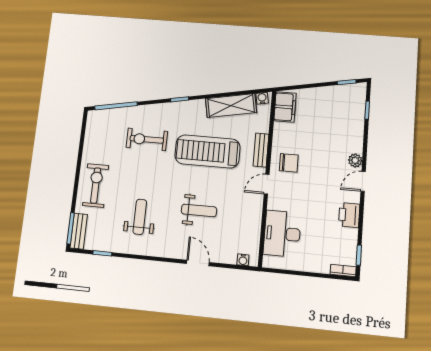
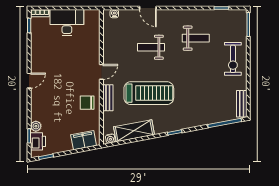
filing cabinet: (285, 107) -> (84, 140), moved, turned 79
exercise bike: (147, 139) -> (197, 98), removed
plant: (355, 160) -> (36, 126), moved
chair: (289, 163) -> (87, 103), moved
printer: (349, 215) -> (38, 141), moved
weight bench: (140, 217) -> (196, 38), turned -90
bench: (79, 231) -> (242, 104), moved
desk: (282, 234) -> (67, 23), moved, turned -90

